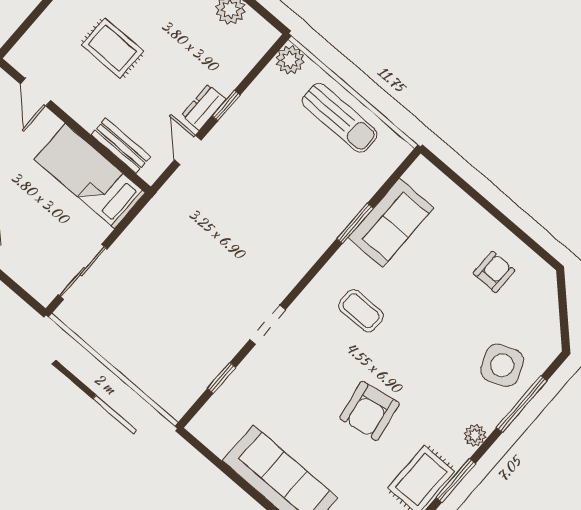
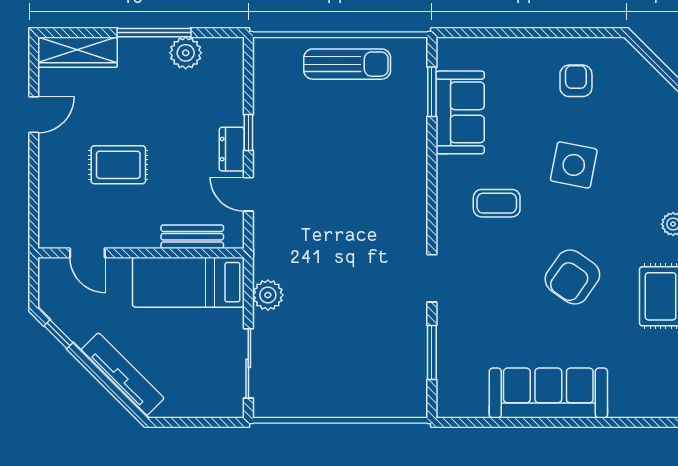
plant: (290, 60) -> (268, 295), moved
window: (355, 223) -> (432, 92), moved
side table: (502, 365) -> (574, 165), moved, turned 32
window: (221, 378) -> (432, 353), width x1.50
armchair: (370, 411) -> (572, 277), turned 45

